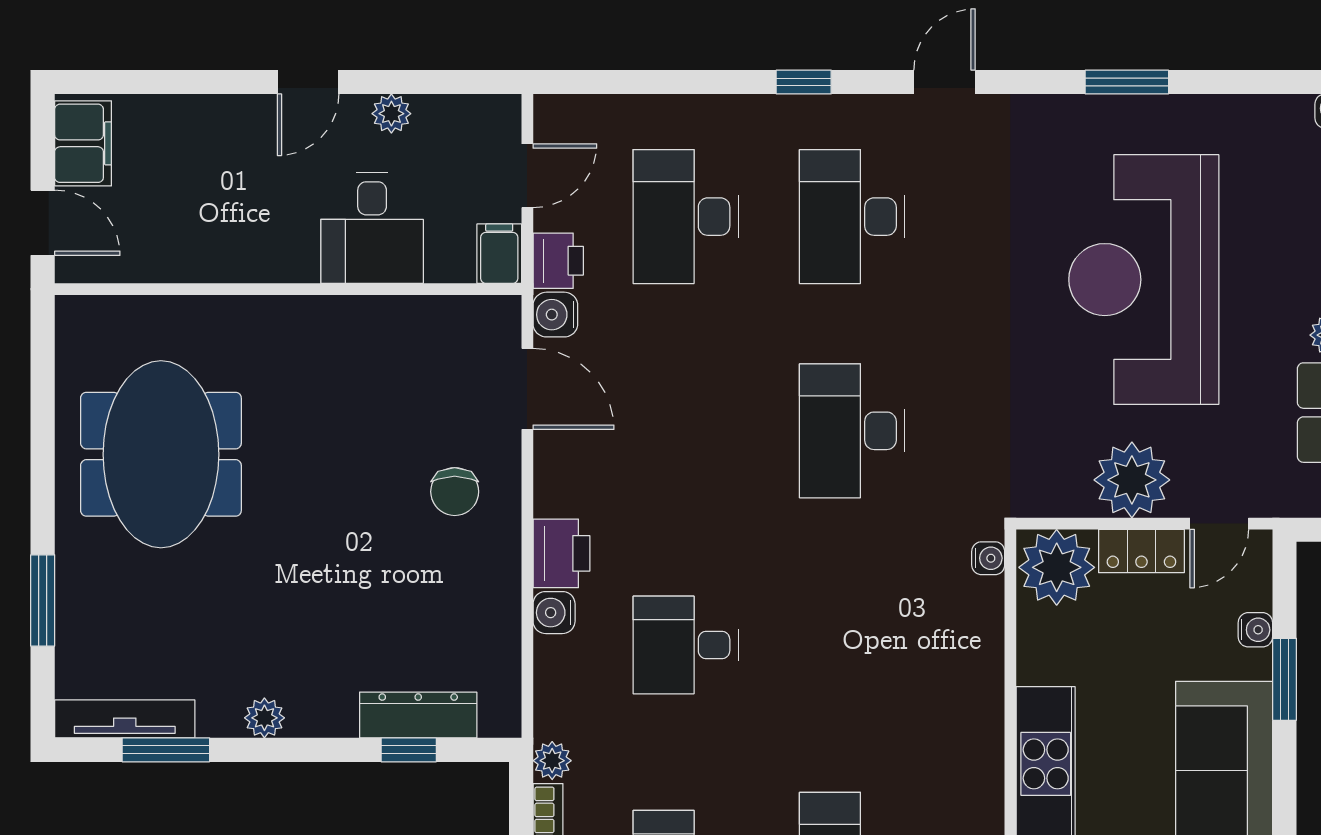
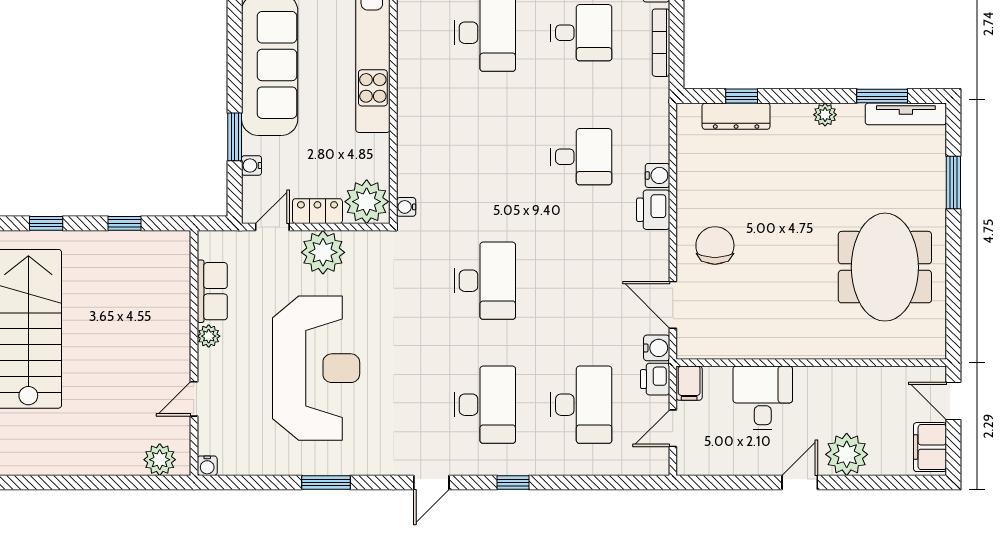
plant: (391, 114) -> (847, 454), moved, width x1.88, depth x1.88
chair: (455, 492) -> (715, 246), width x1.37, depth x1.37
plant: (552, 761) -> (659, 90), removed

